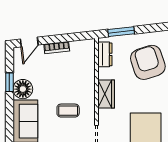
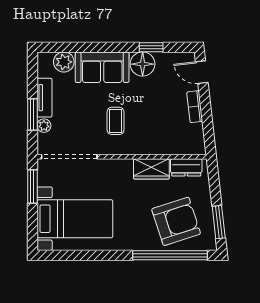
window: (121, 32) -> (219, 222), moved
wardrobe: (106, 94) -> (151, 169), moved

